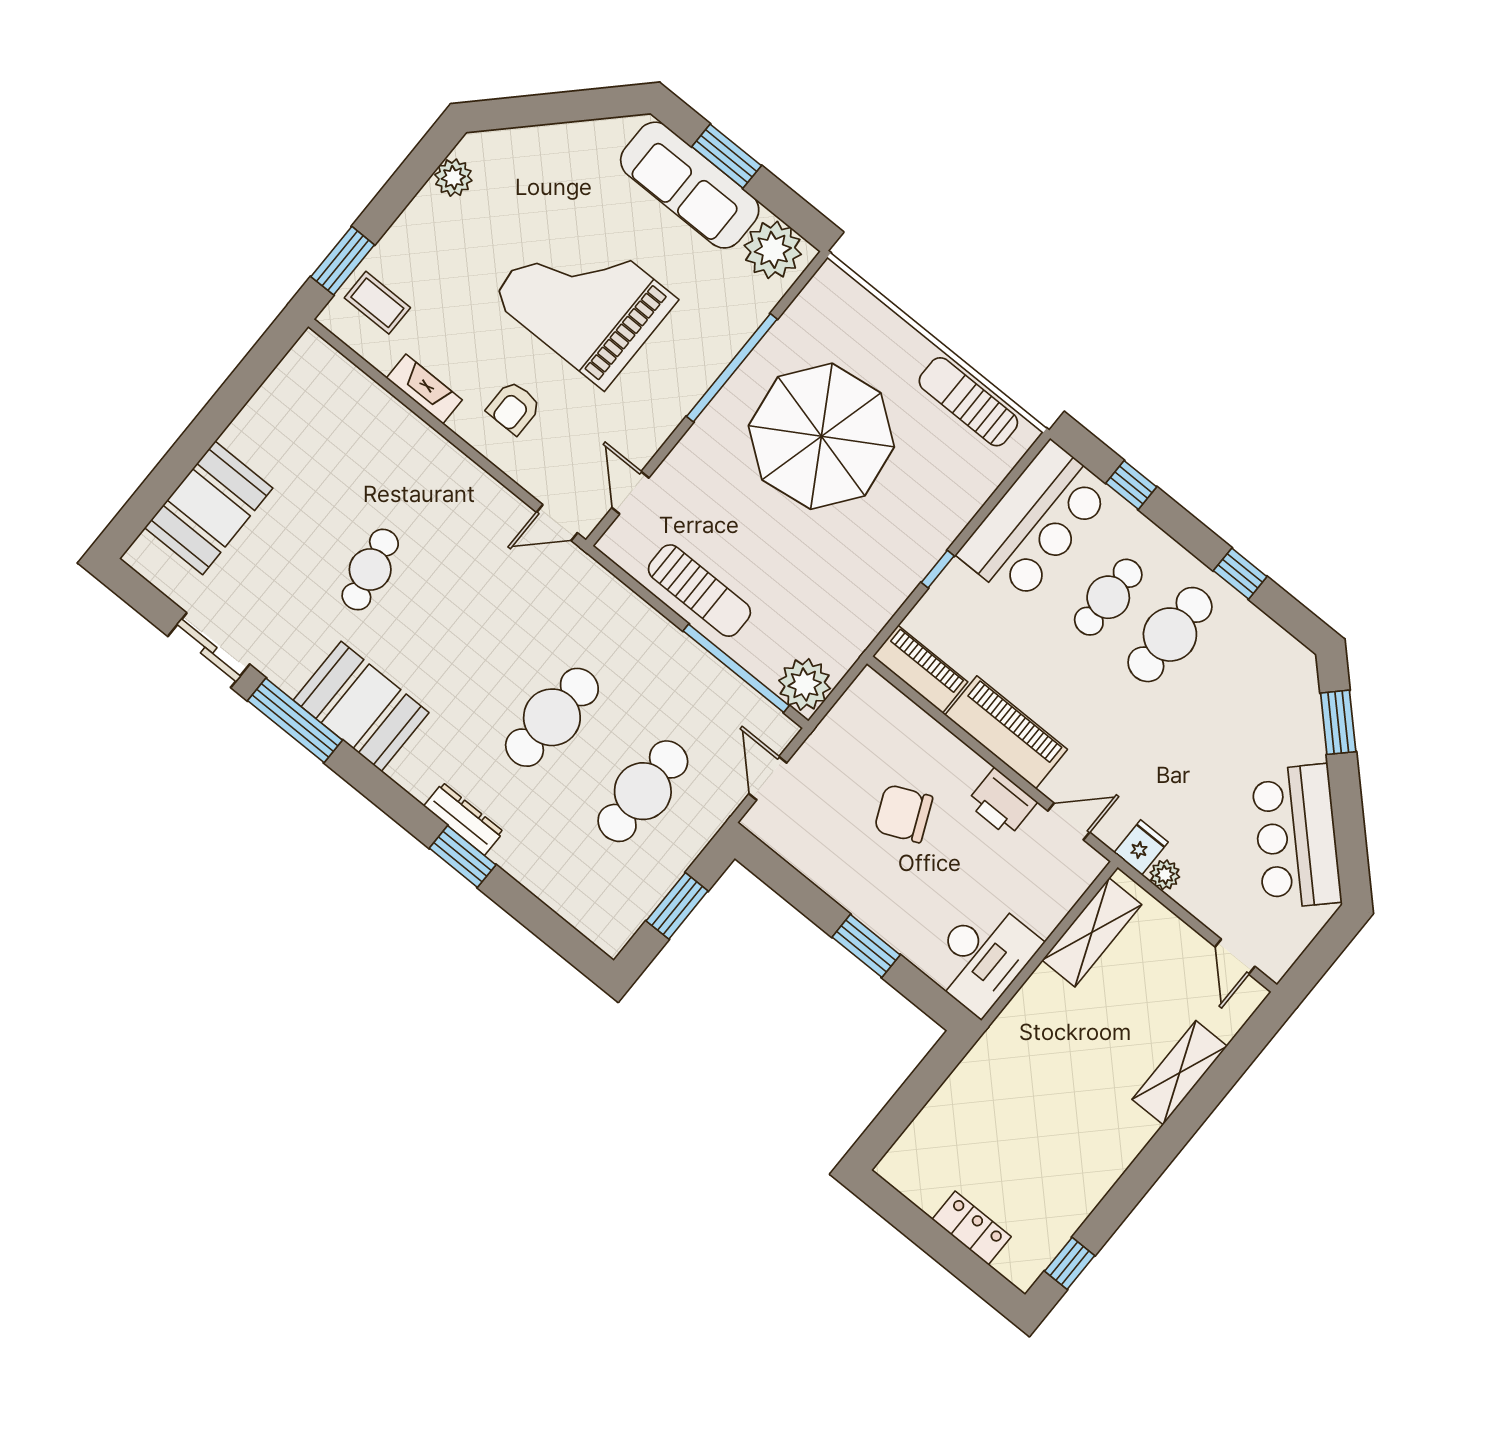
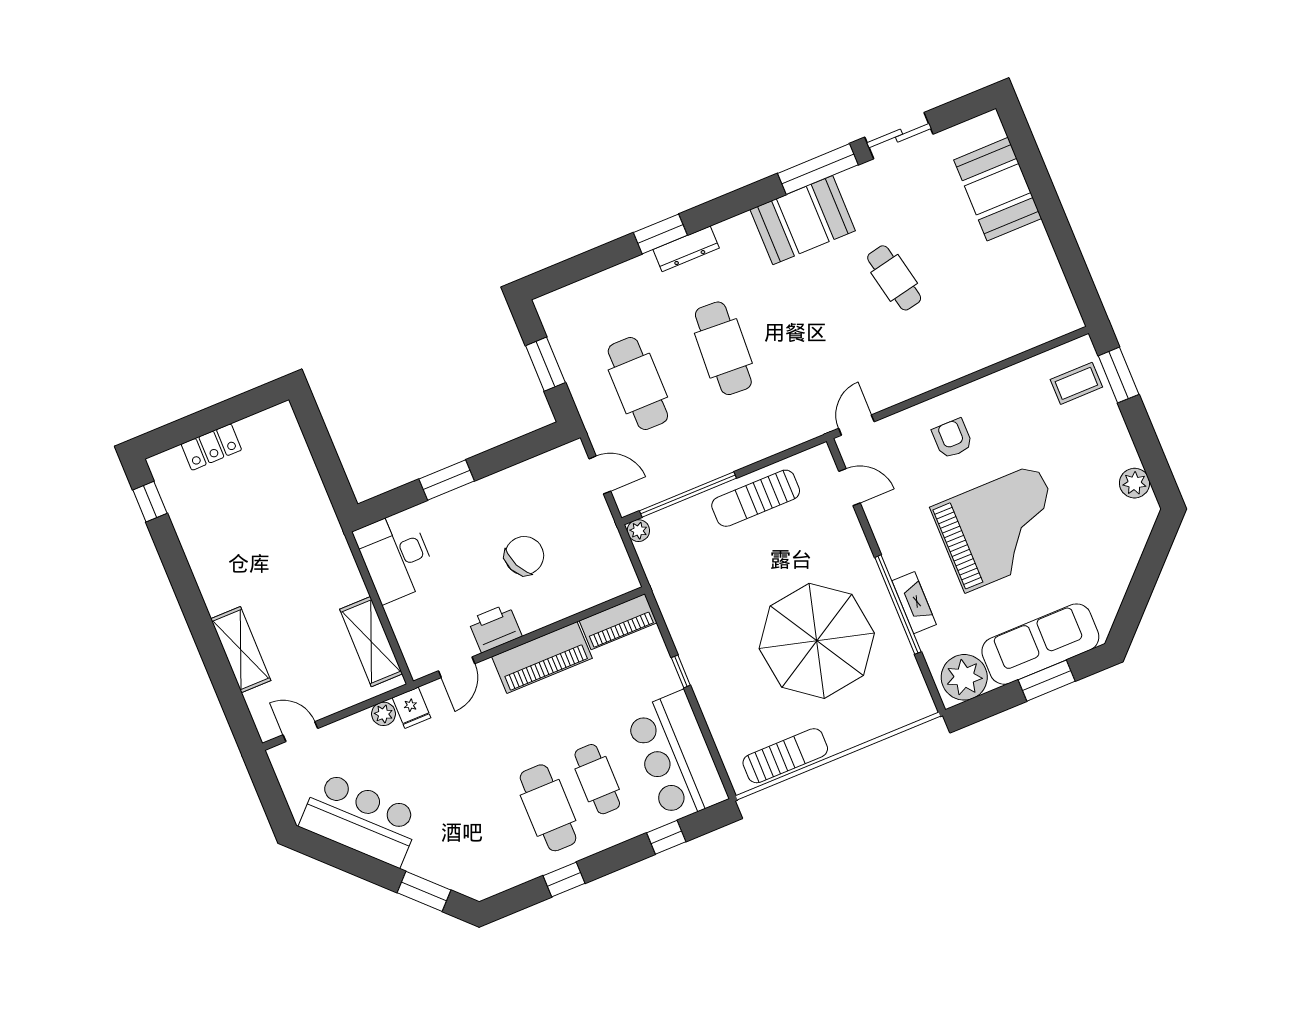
fireplace: (424, 389) -> (914, 603), moved, turned -90
plant: (805, 684) -> (638, 531), width x0.53, depth x0.53

